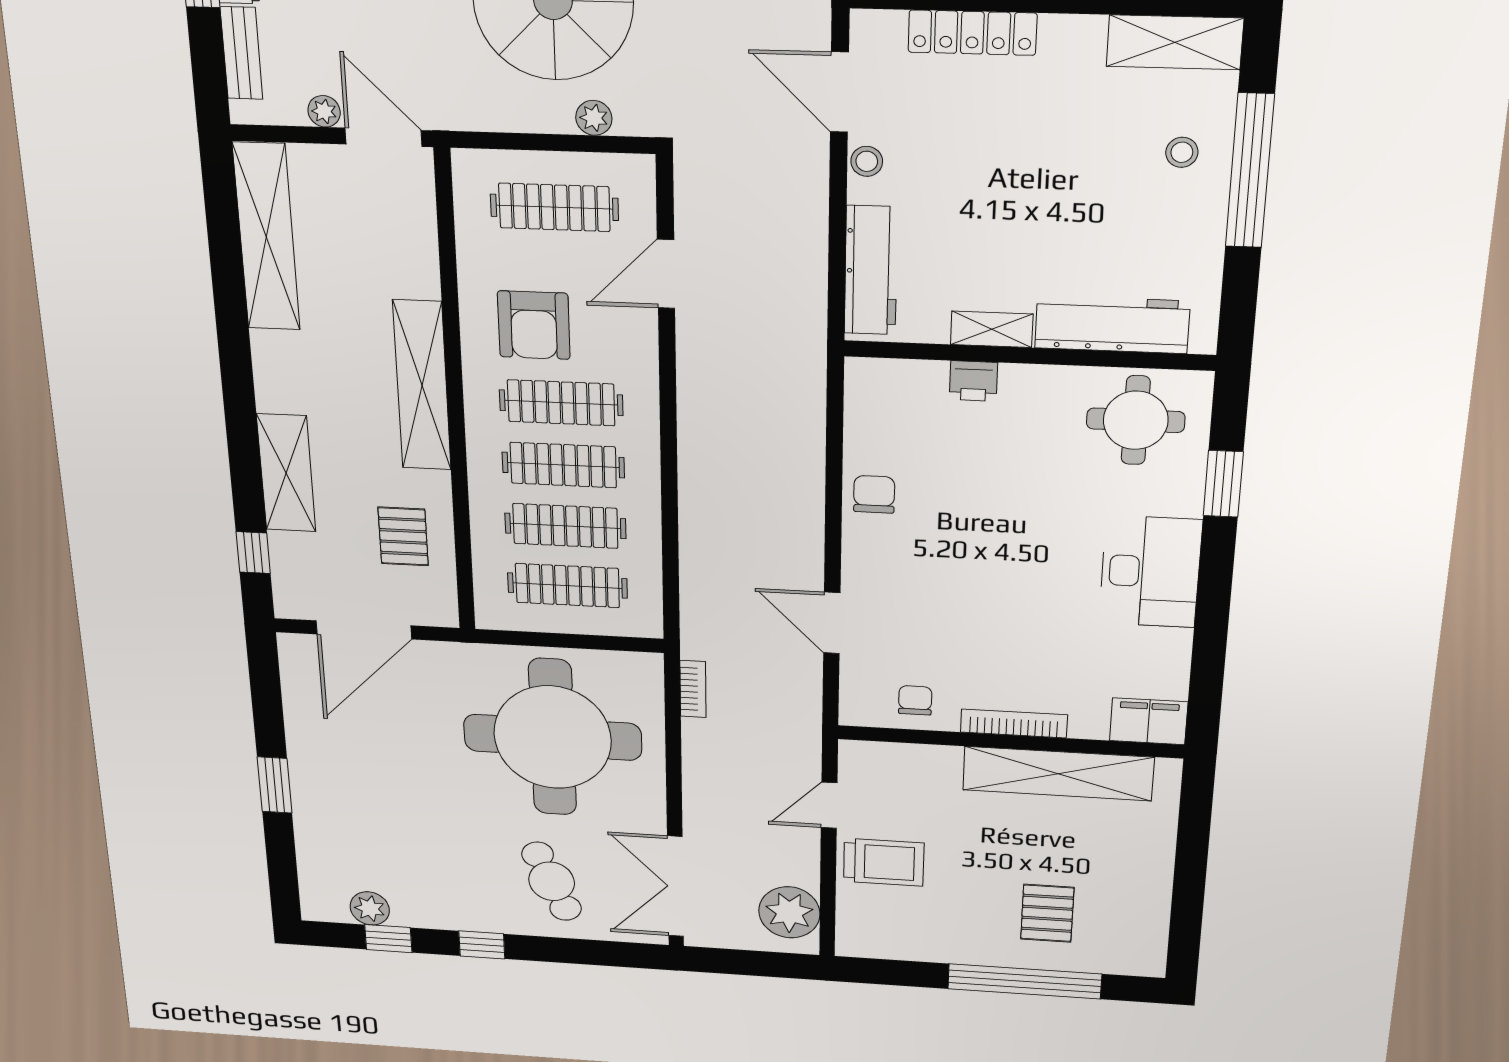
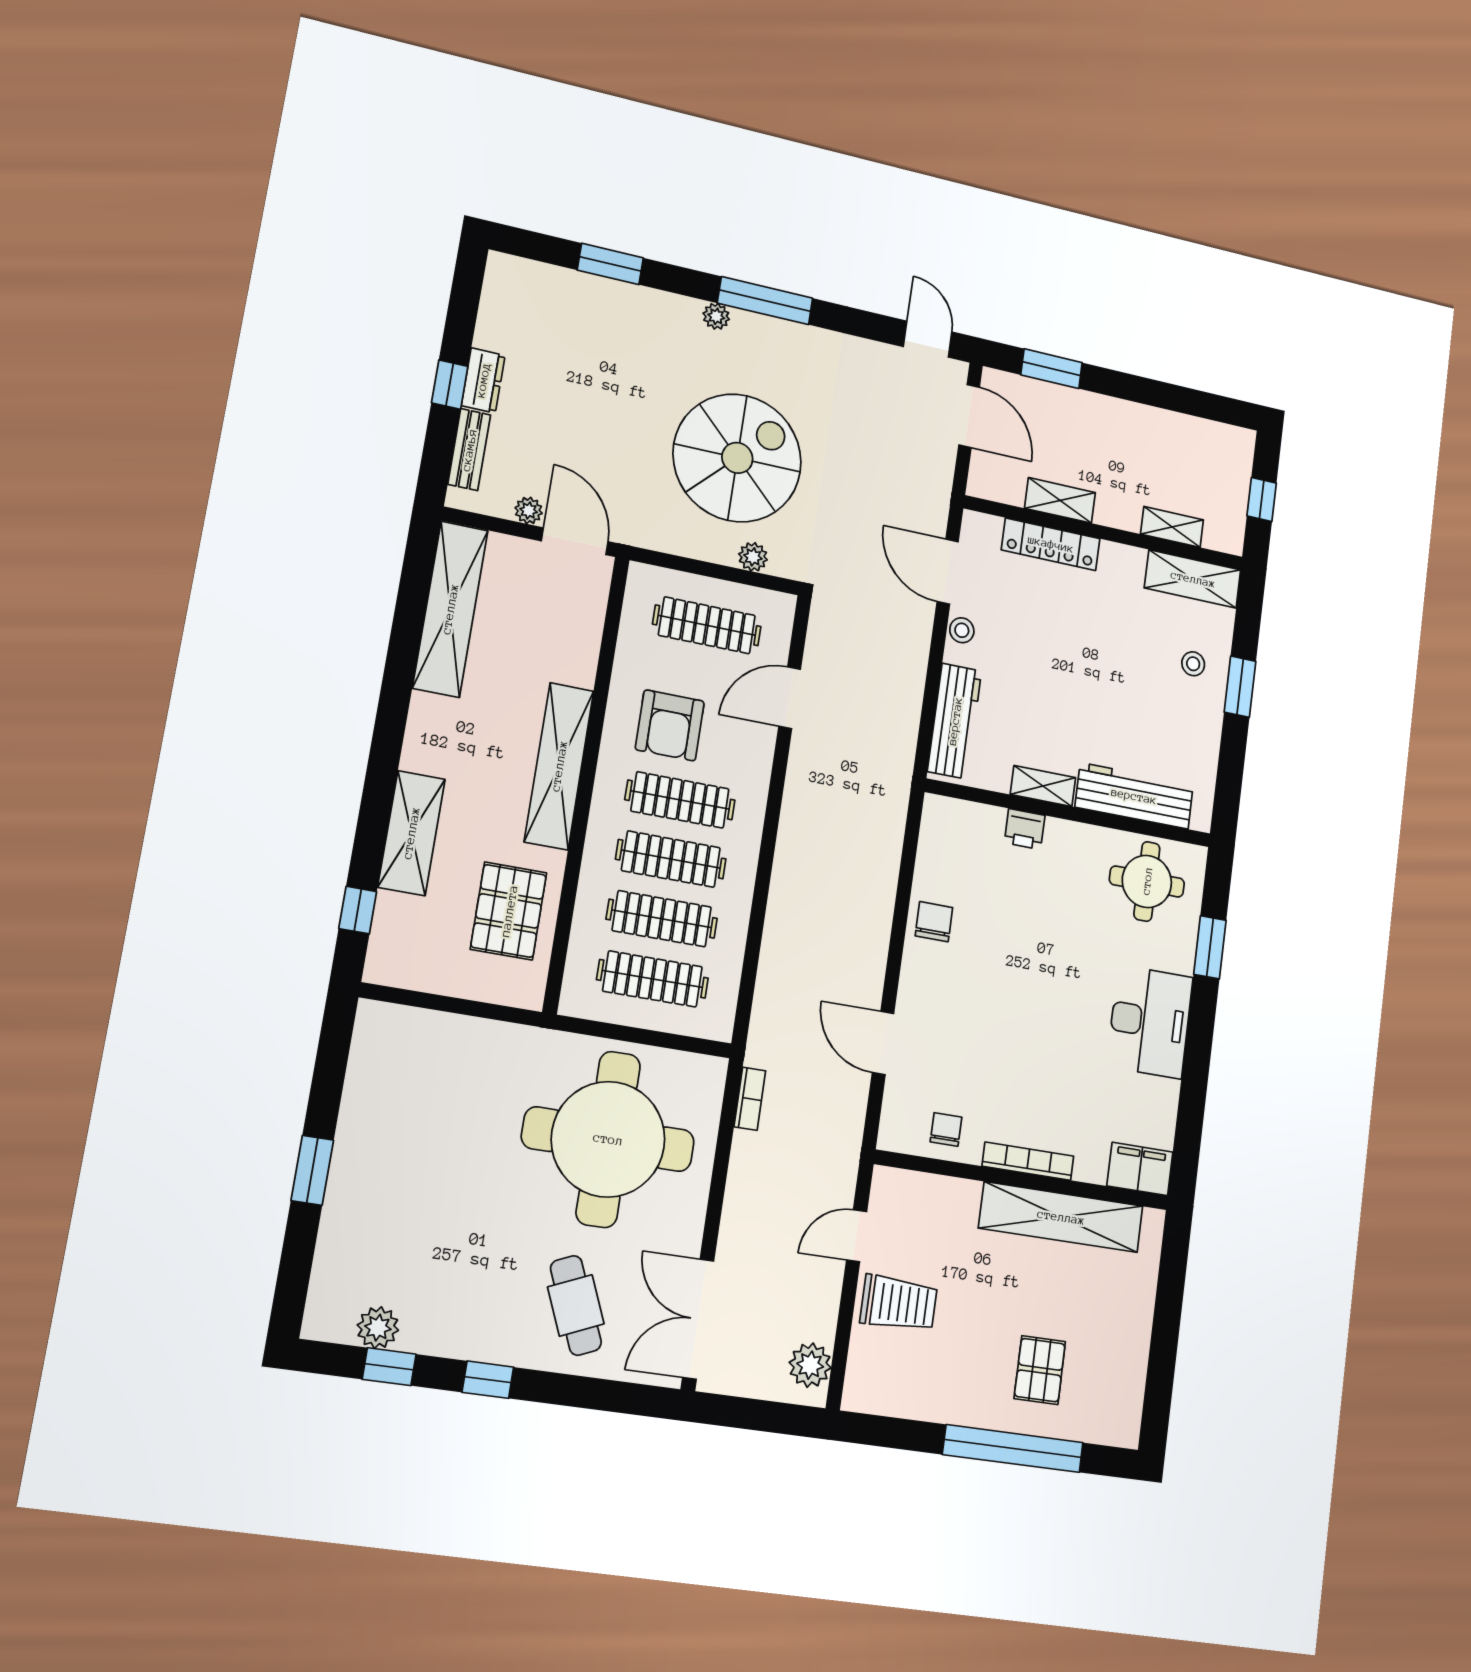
window: (1250, 171) -> (1240, 687), width x0.47
pallet: (403, 536) -> (509, 911), width x1.50, depth x1.42
door: (364, 630) -> (448, 1004), removed
plant: (789, 912) -> (810, 1365), width x0.73, depth x0.73

